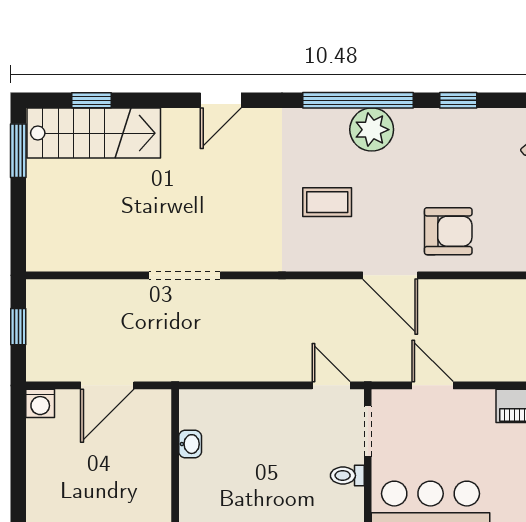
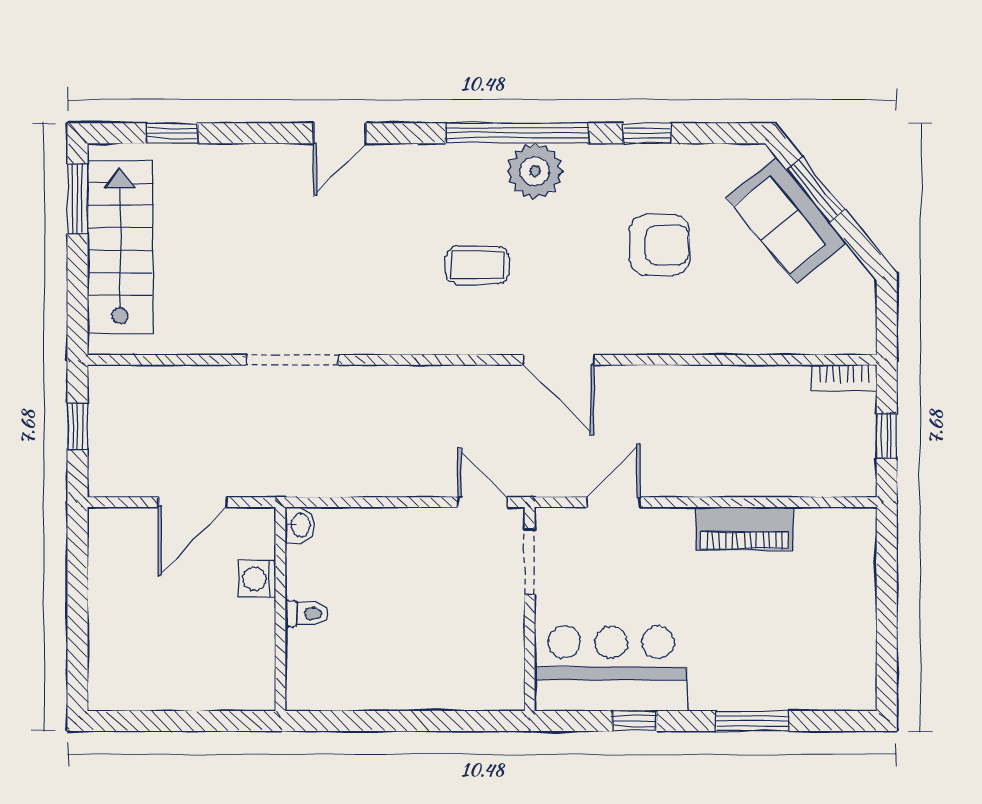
stairs: (94, 133) -> (120, 247), moved, turned -90
armchair: (448, 231) -> (660, 245), moved
door: (433, 385) -> (614, 502), hinge flipped
washing machine: (40, 403) -> (257, 579), moved, turned 90
washbasin: (190, 444) -> (300, 525), moved
toilet: (347, 475) -> (307, 613), moved, turned 180

